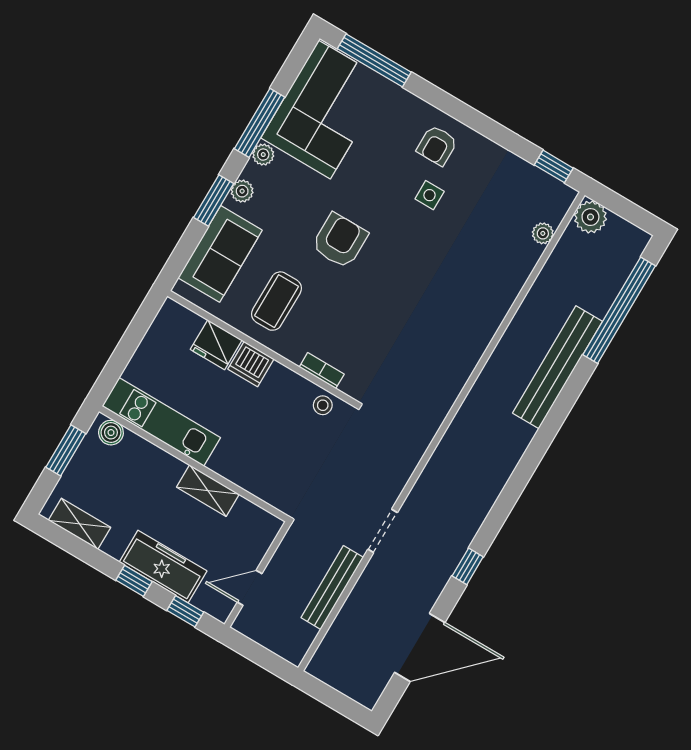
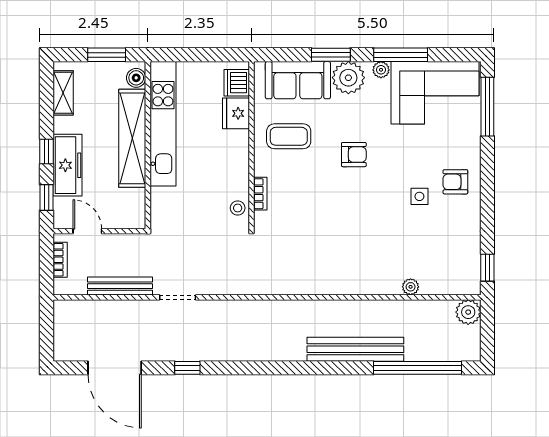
plant: (242, 191) -> (348, 78), width x1.88, depth x1.88
plant: (543, 233) -> (411, 287), moved
armchair: (340, 241) -> (354, 155), width x0.72, depth x0.72
dishwasher: (251, 364) -> (237, 83), moved
kitchen unit: (161, 422) -> (163, 124), width x1.36
shelving: (208, 491) -> (132, 138), width x2.20, depth x1.33
bookcase: (264, 637) -> (60, 260), added

